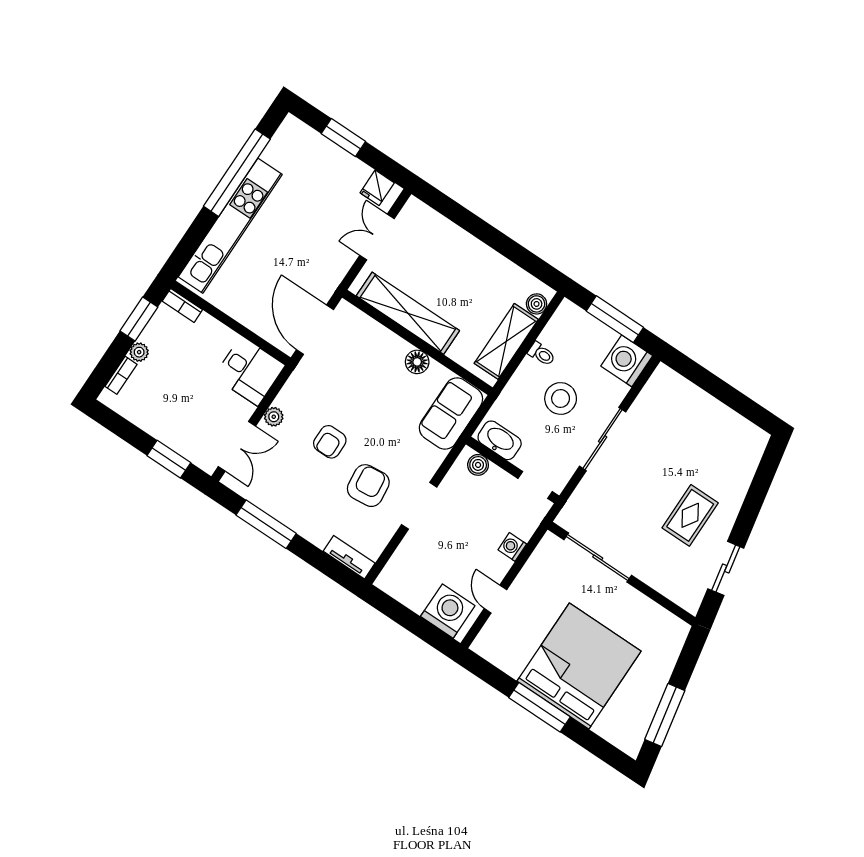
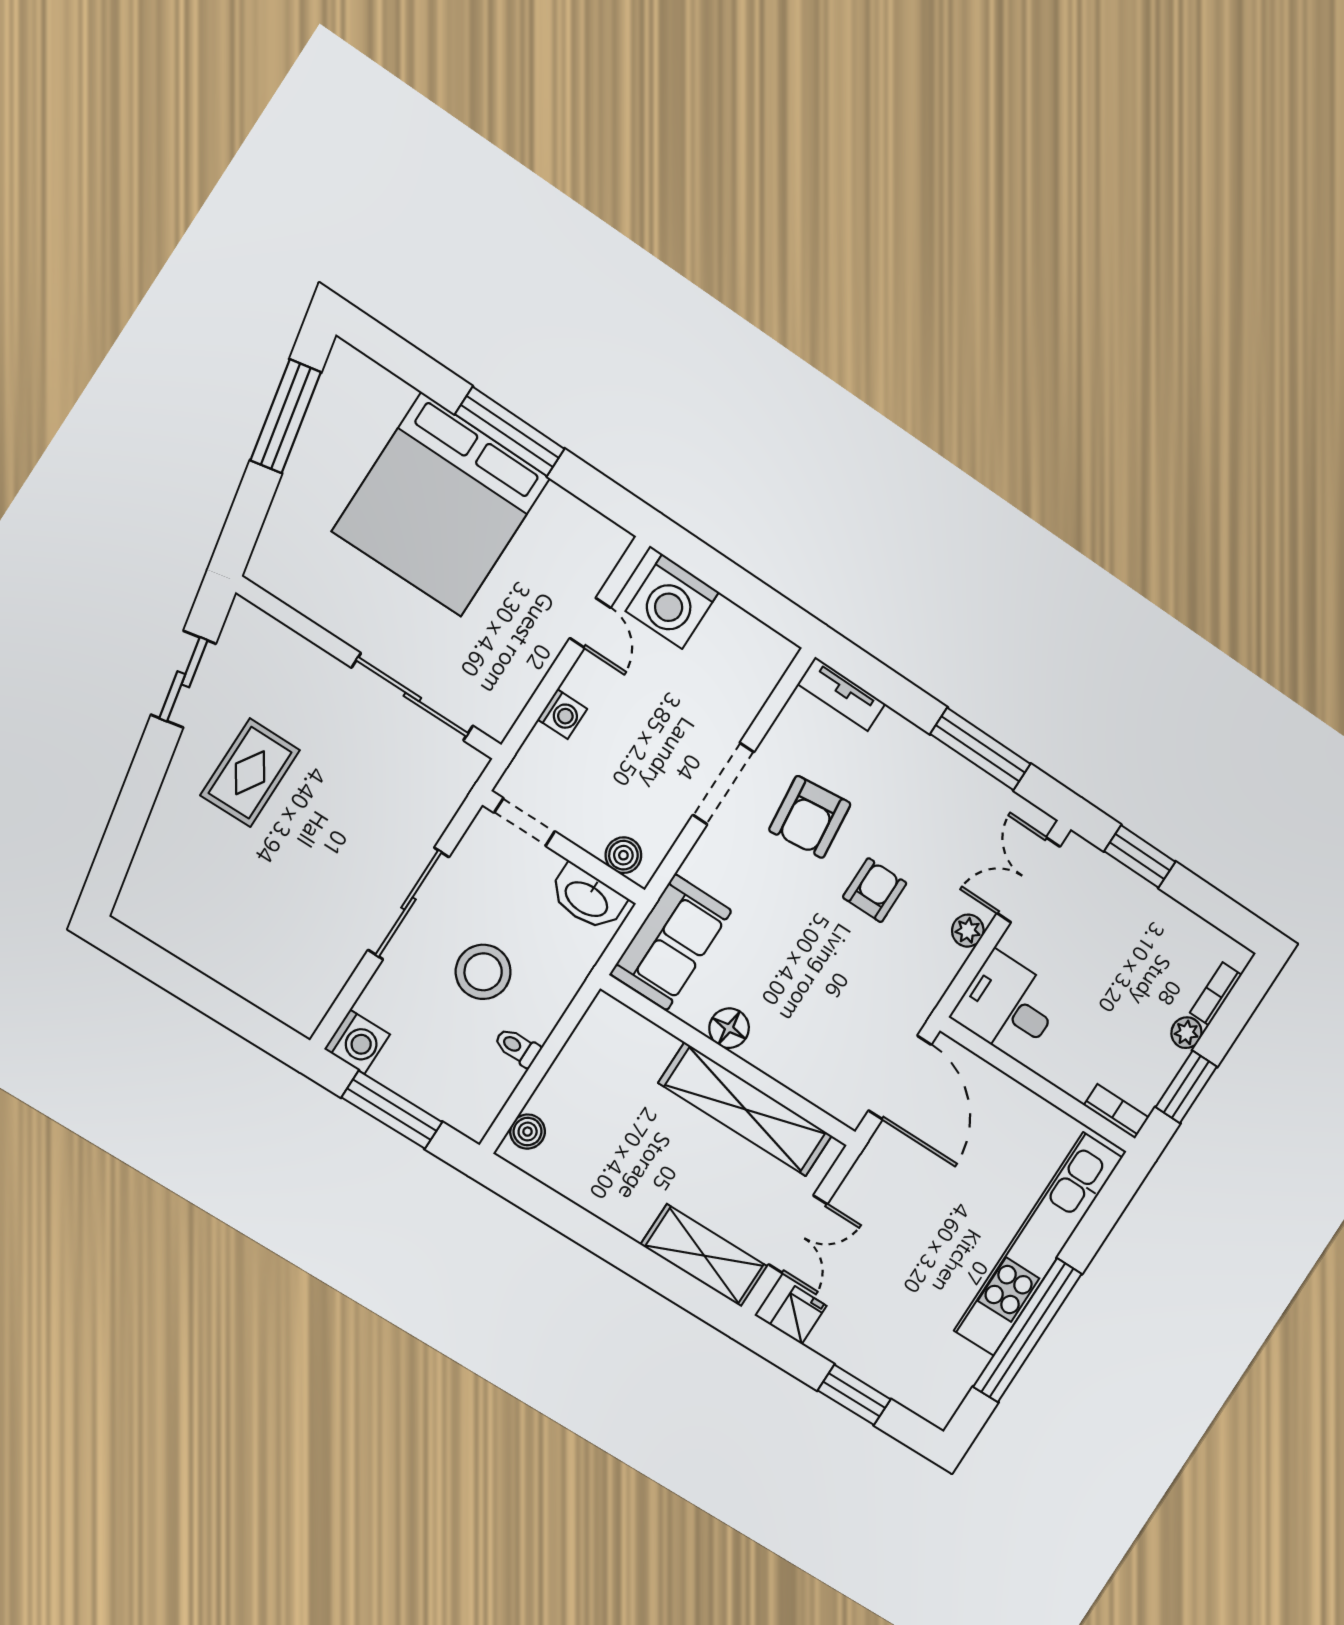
shelving: (506, 341) -> (704, 1256), moved, turned 90
washing machine: (627, 361) -> (357, 1042), width x0.73, depth x0.73

